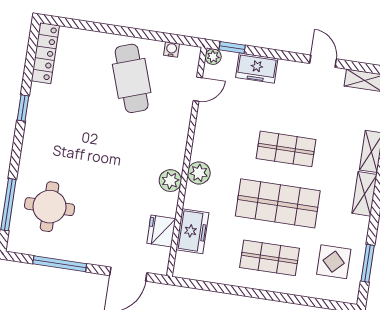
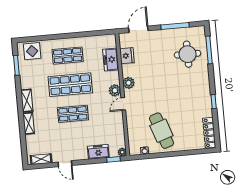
door: (198, 89) -> (123, 104), moved
display table: (334, 262) -> (32, 51), moved

